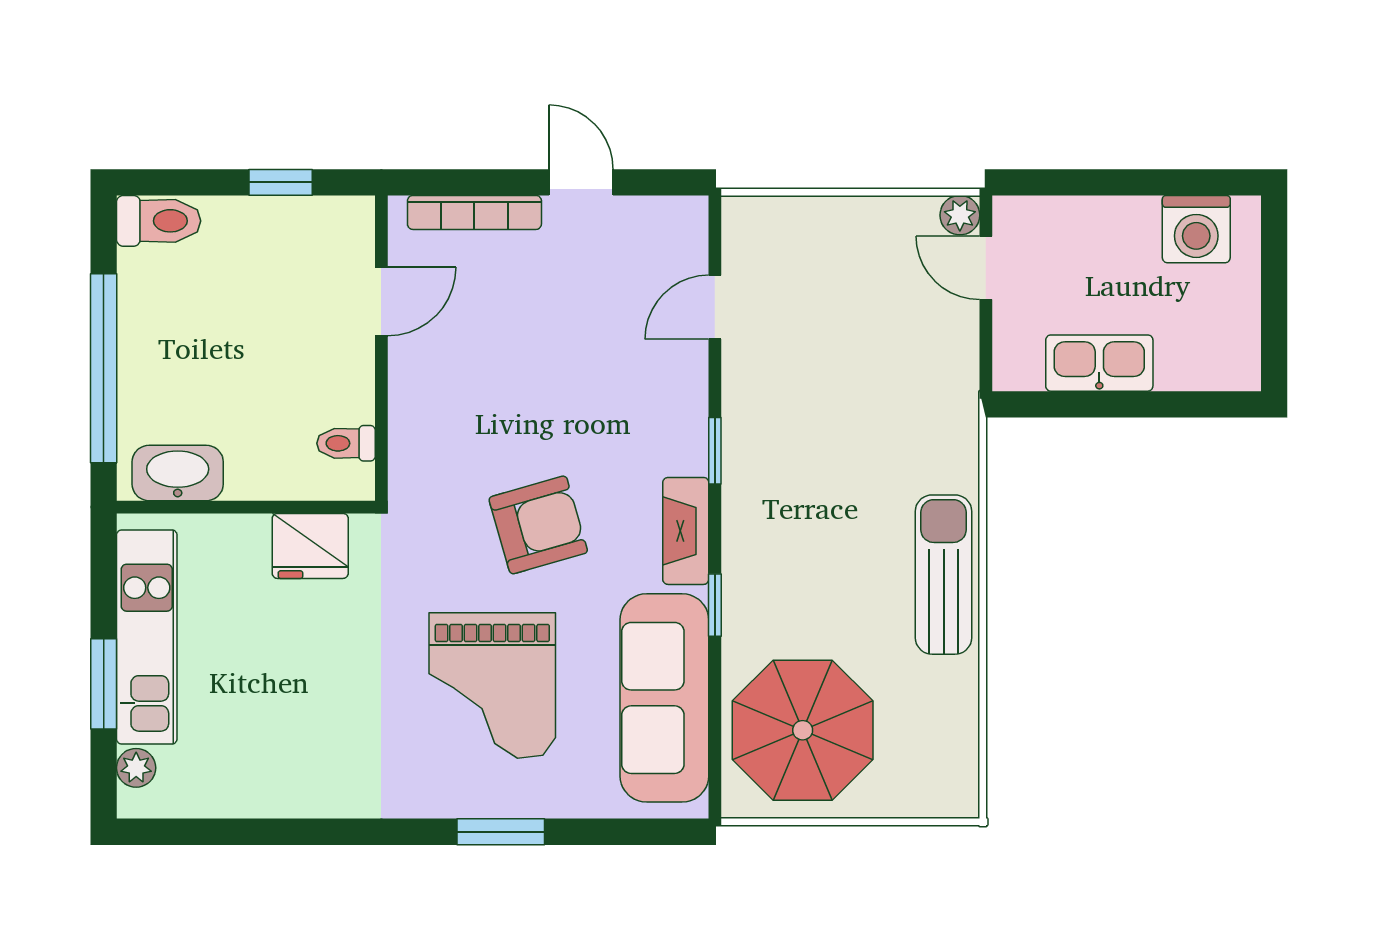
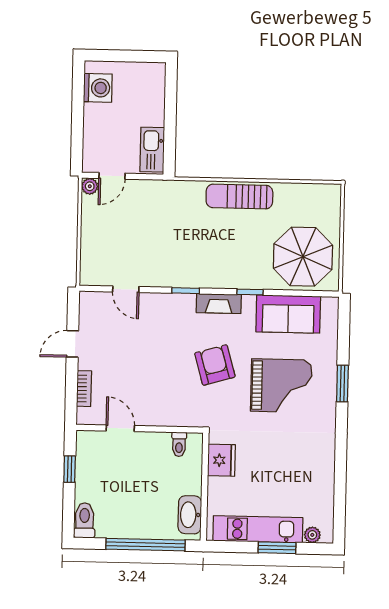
bookcase: (474, 212) -> (84, 389), width x0.64
kitchen sink: (1099, 363) -> (152, 150), moved
sofa: (664, 698) -> (288, 314), width x0.73

